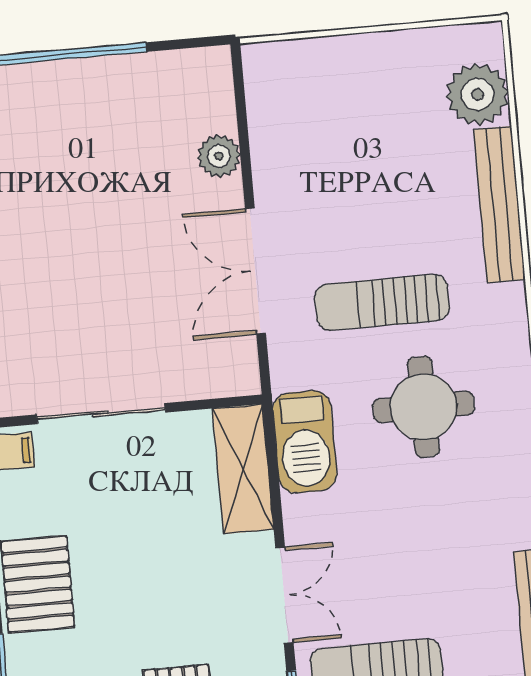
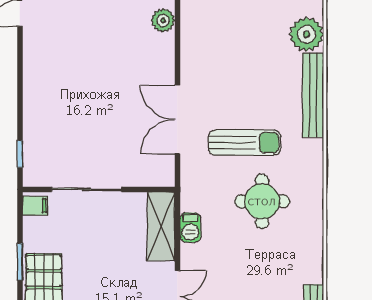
plant: (219, 156) -> (163, 20), moved
sun lounger: (382, 302) -> (245, 143), turned 180
barbecue: (305, 442) -> (190, 227), width x0.53, depth x0.65

